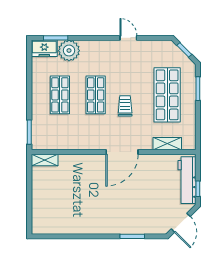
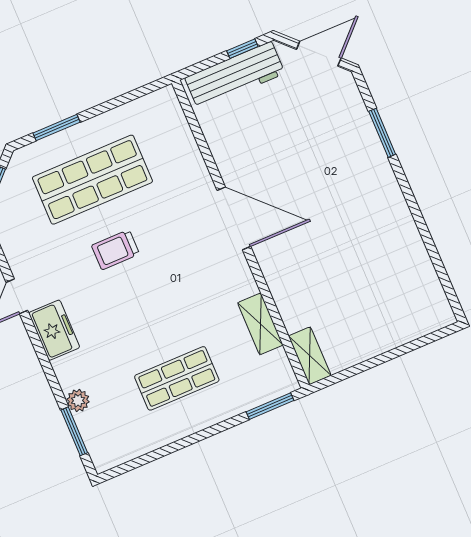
freezer: (44, 48) -> (54, 330), moved
plant: (69, 51) -> (78, 401), width x0.53, depth x0.53
shop shelf: (96, 95) -> (149, 312), removed
trolley: (125, 106) -> (115, 250), moved
shelving: (167, 144) -> (260, 324), moved

